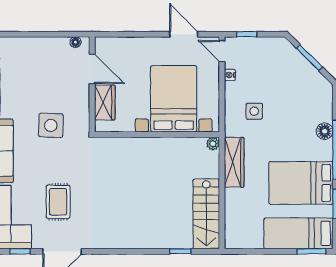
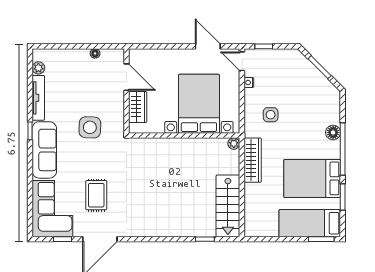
floor lamp: (76, 42) -> (95, 53), moved

